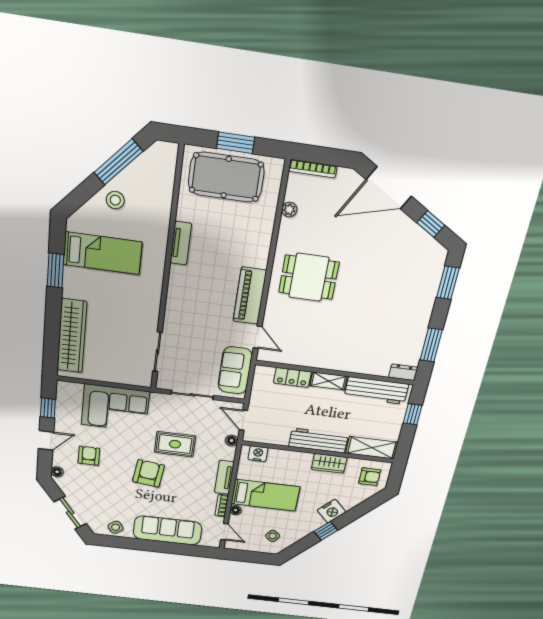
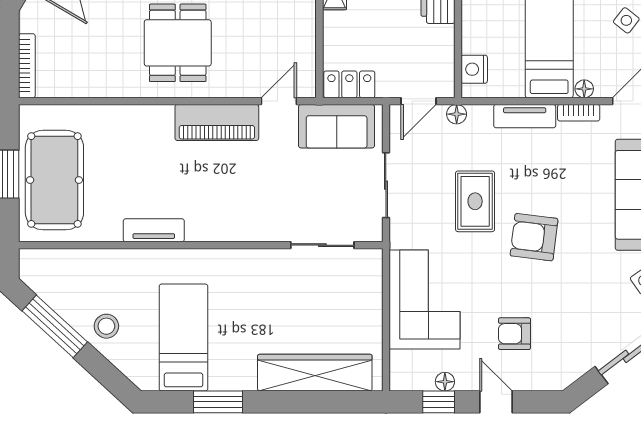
plant: (289, 210) -> (86, 88), removed
locker: (292, 377) -> (349, 84), moved, turned -90
floor lamp: (57, 472) -> (445, 382), moved

